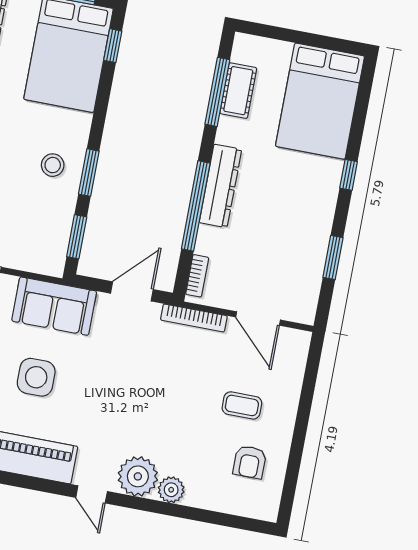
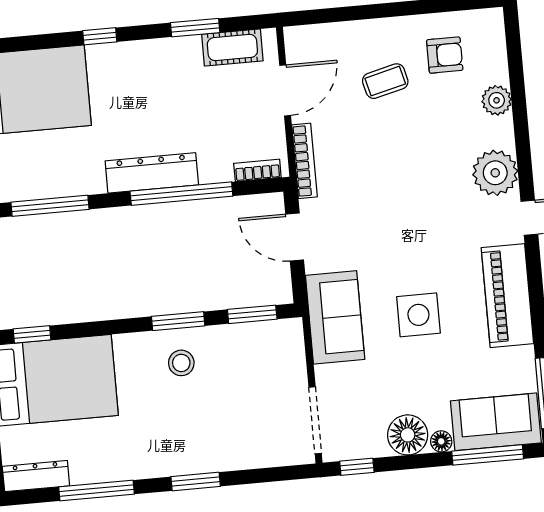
cot: (238, 91) -> (232, 47), moved
coffee table: (242, 405) -> (385, 81), turned 76
plant: (171, 490) -> (497, 100), moved

